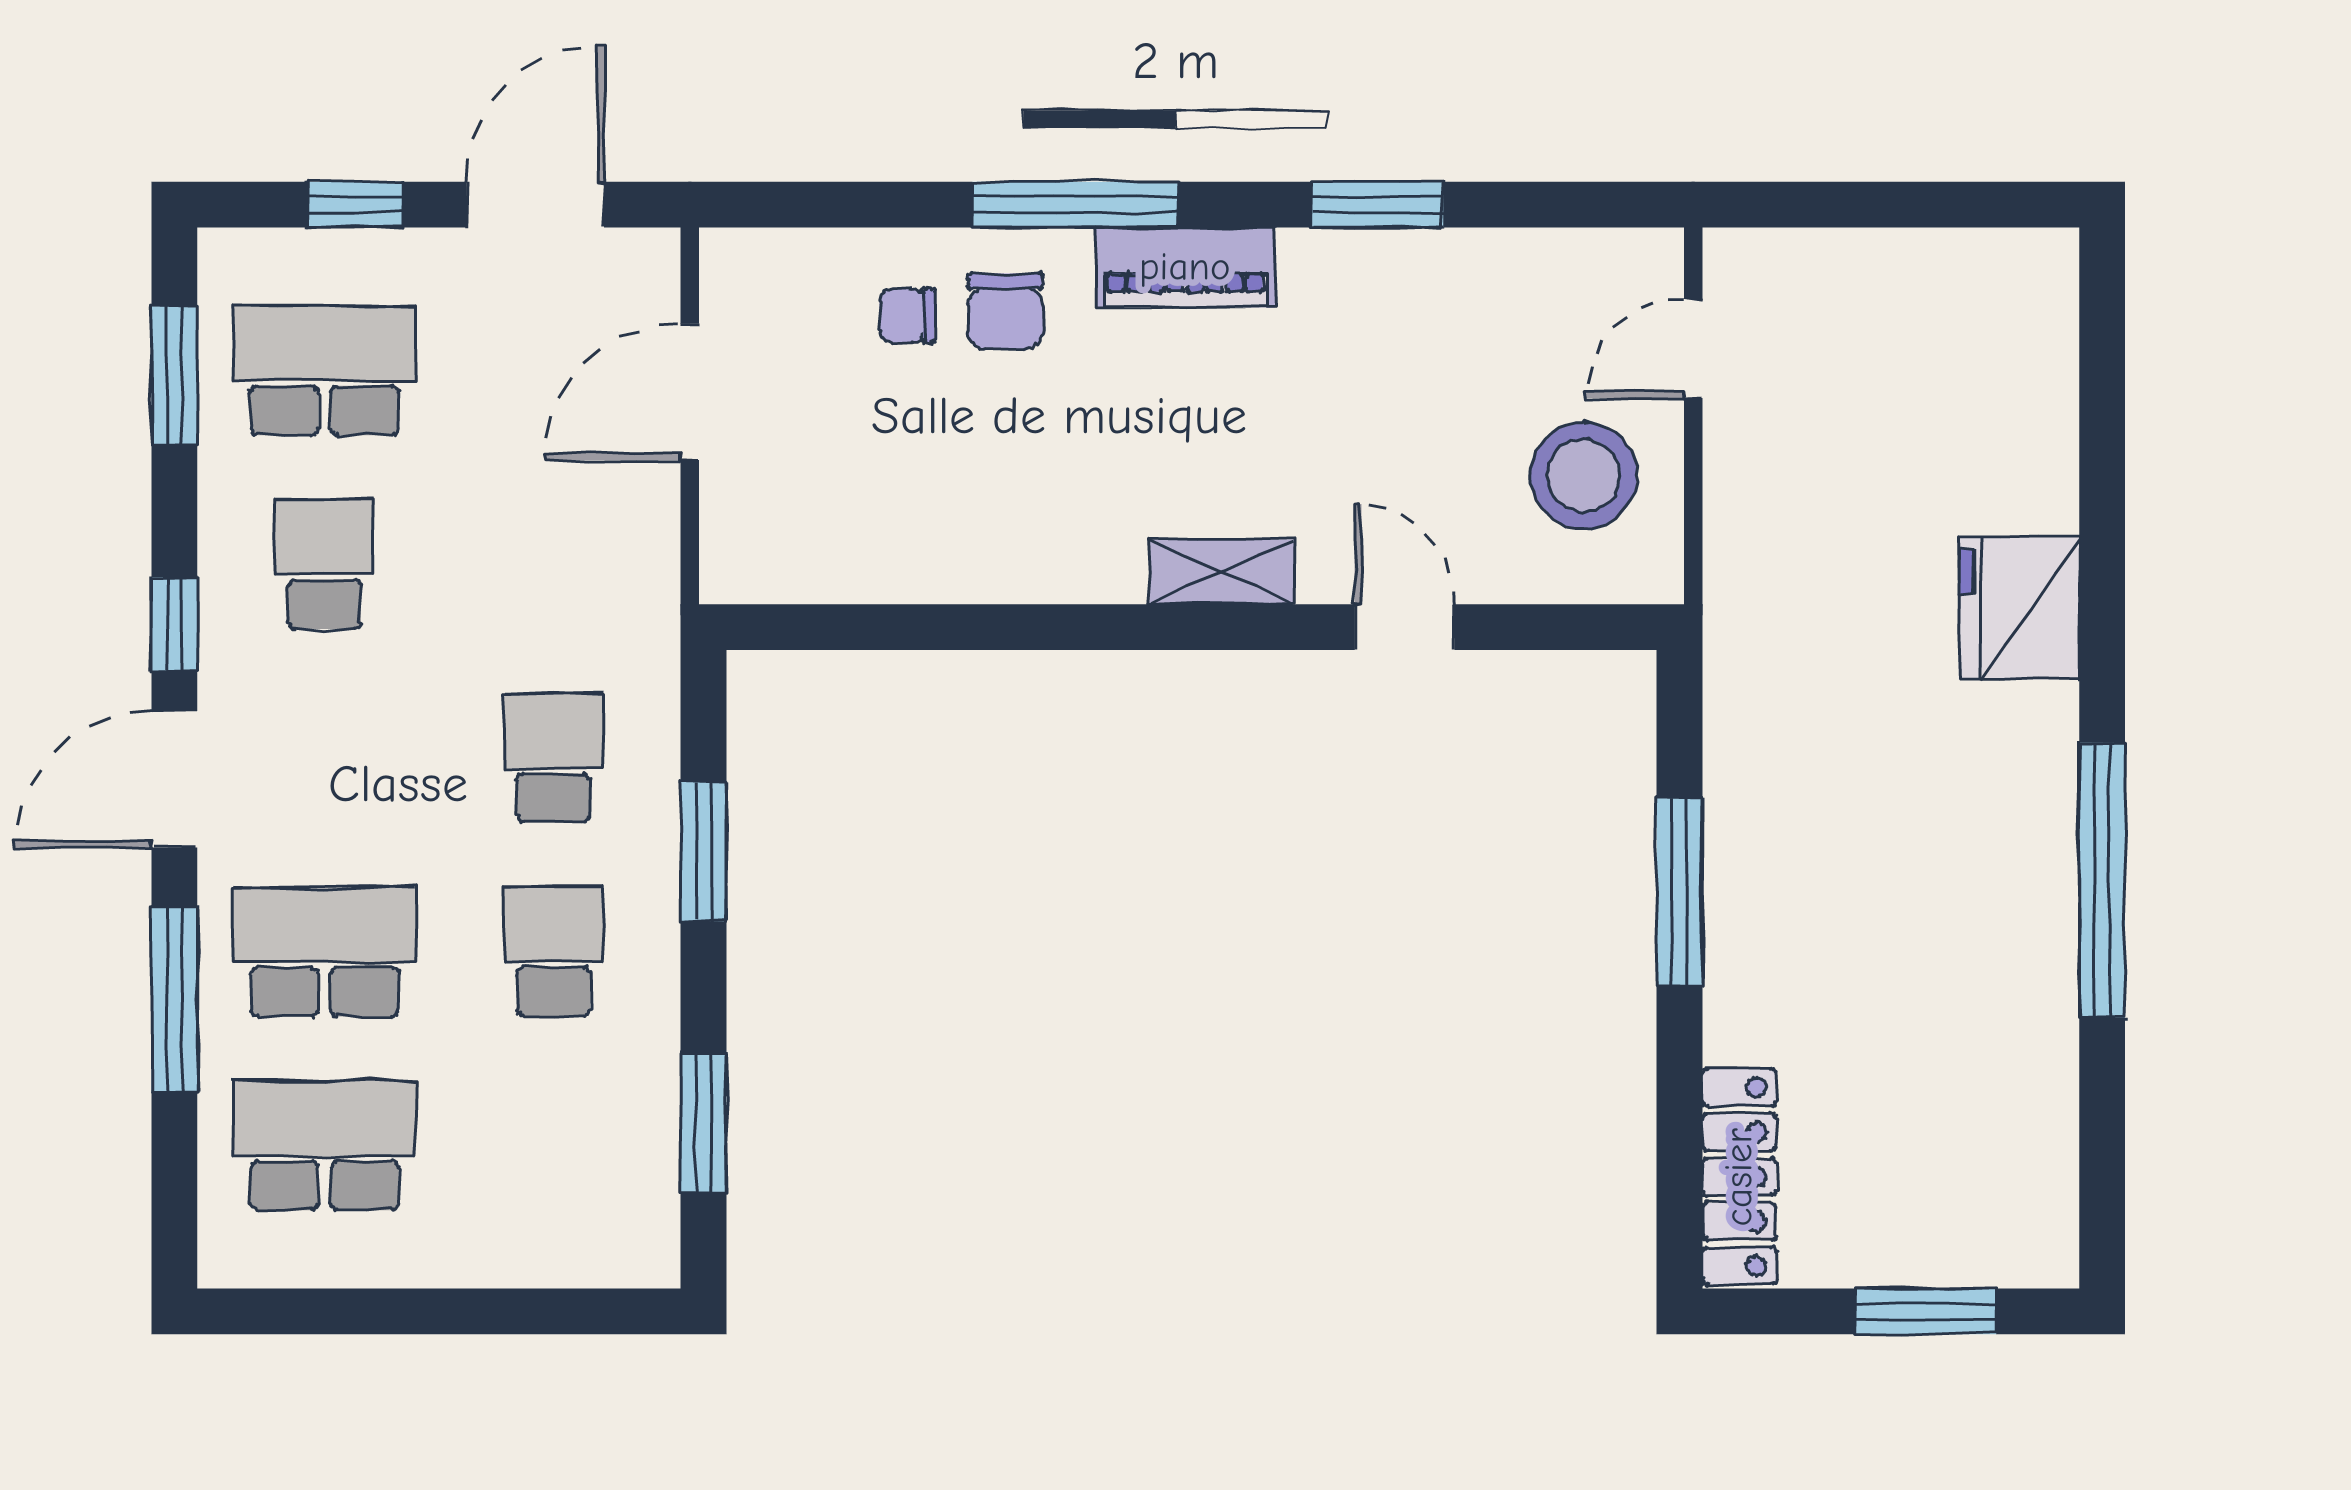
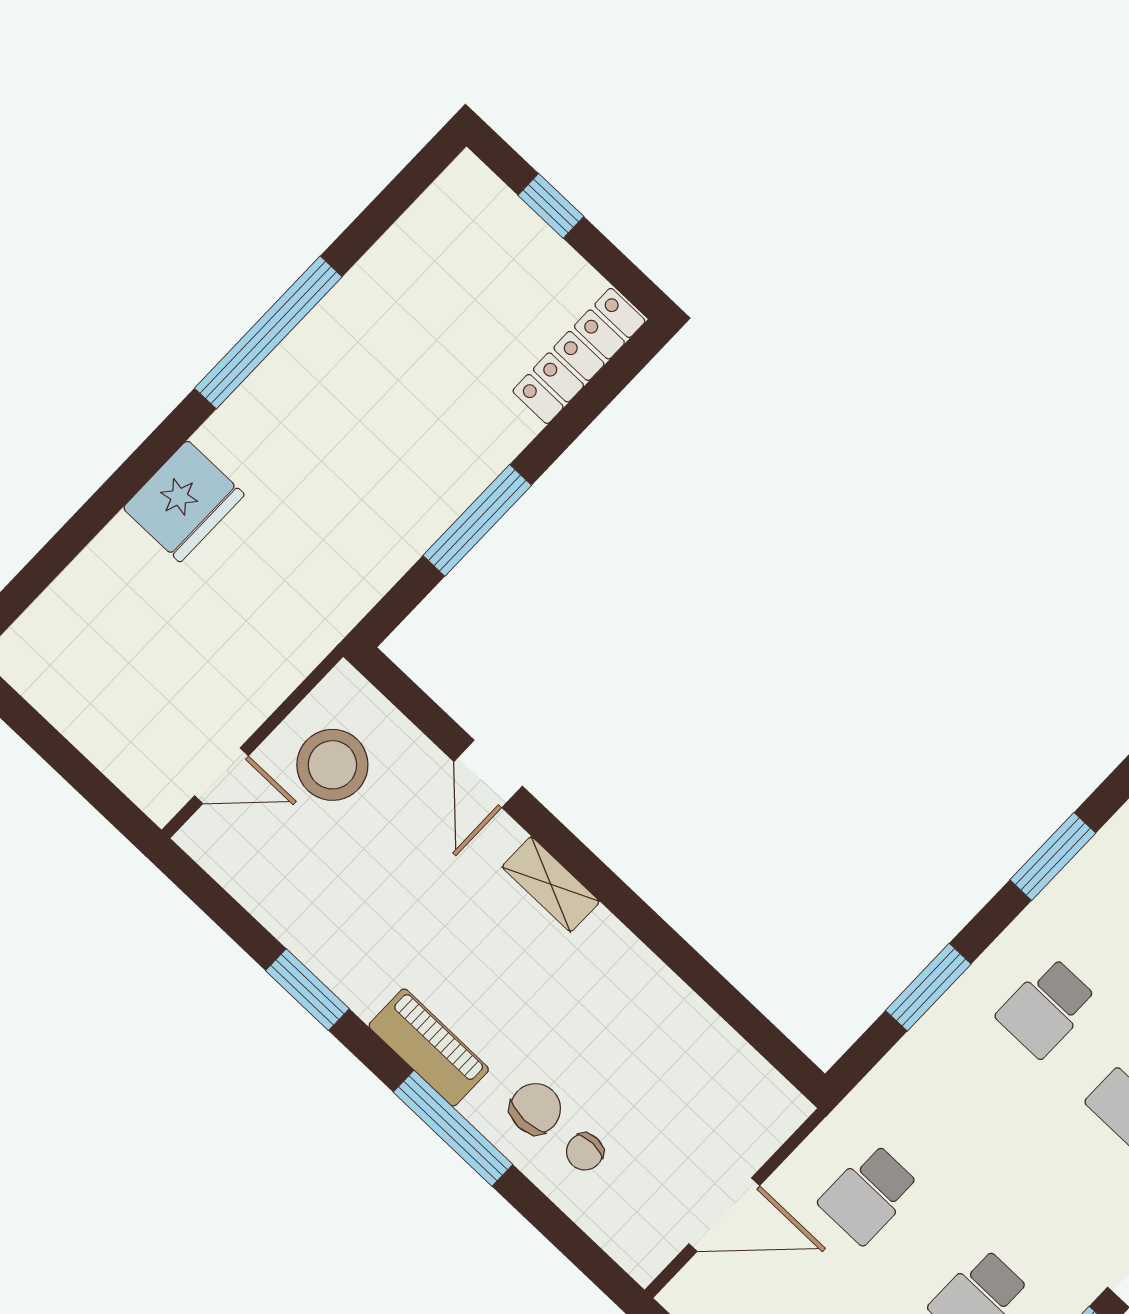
chair: (907, 316) -> (585, 1152), turned 90
school desk: (553, 758) -> (869, 1194), moved
window: (1926, 1311) -> (551, 206), width x0.67

